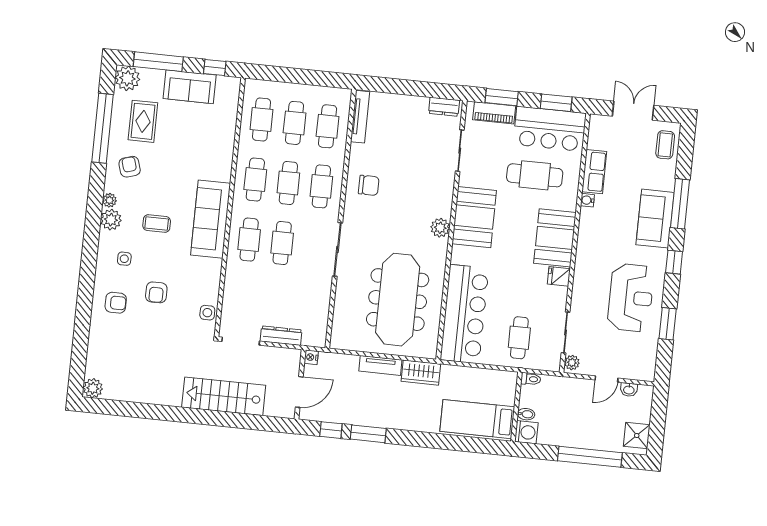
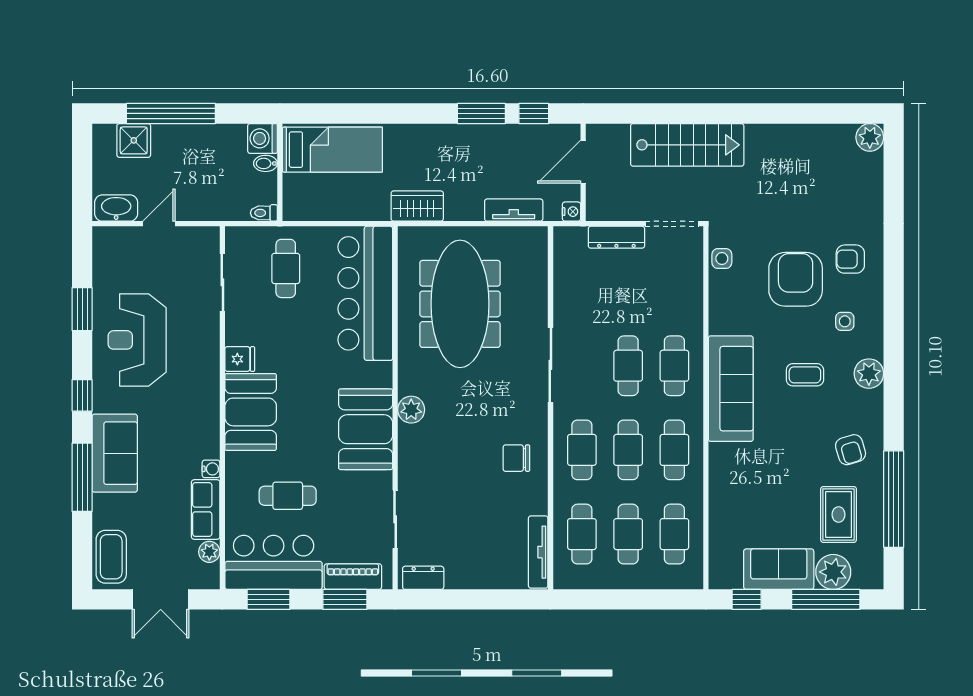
plant: (127, 78) -> (833, 572), moved
coffee table: (665, 145) -> (111, 557), width x1.36, depth x1.30
cafe table: (535, 175) -> (288, 496), width x0.73, depth x0.74
plant: (109, 200) -> (874, 400), removed
armchair: (156, 292) -> (796, 279), width x1.88, depth x1.88
plant: (572, 363) -> (209, 552), moved
tv unit: (380, 365) -> (514, 210), moved
washbasin: (629, 390) -> (116, 208), width x1.91, depth x1.45
shower: (637, 436) -> (134, 140), moved

